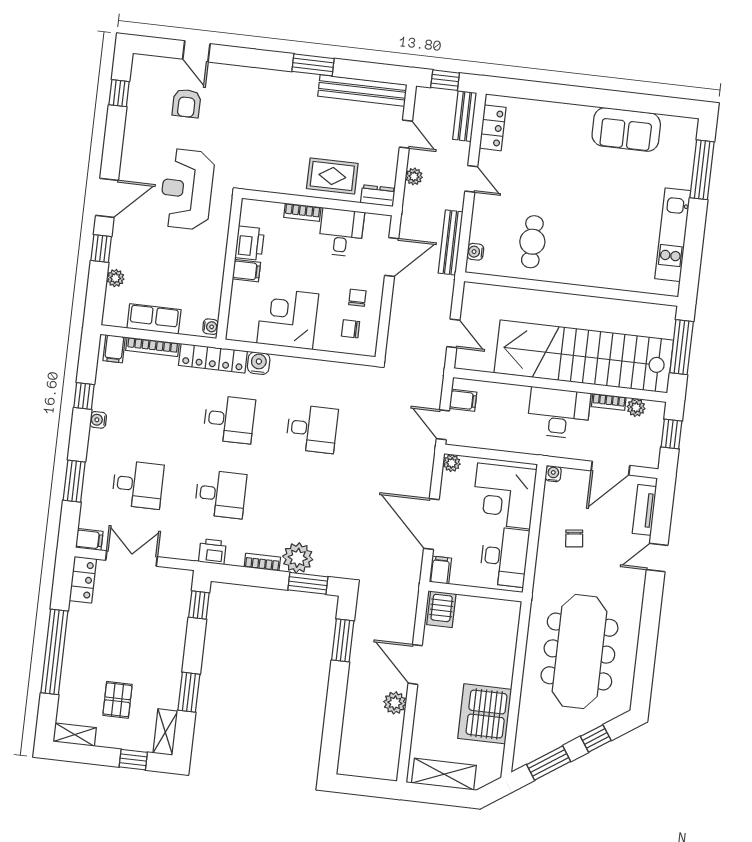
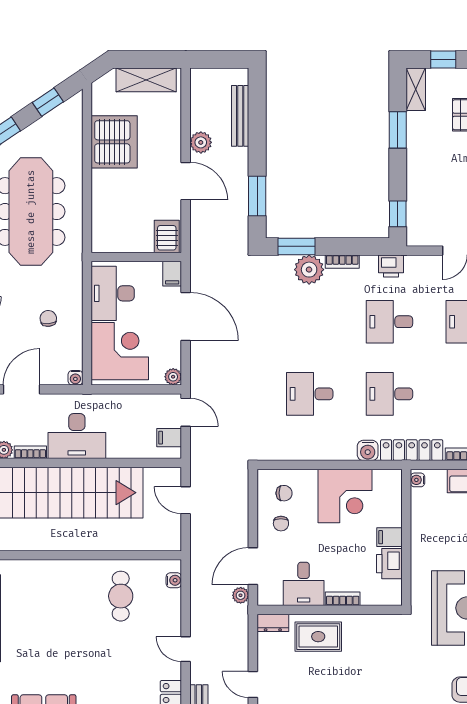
plant: (414, 176) -> (241, 595), moved
bench: (451, 242) -> (240, 116), moved
window: (549, 763) -> (48, 102), width x0.67

